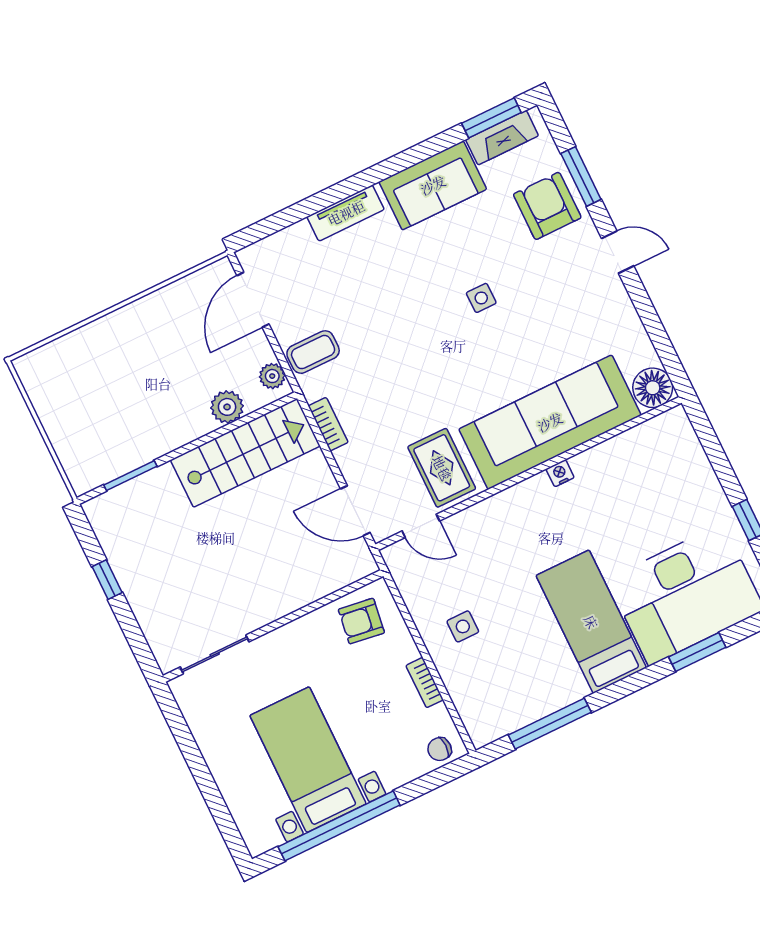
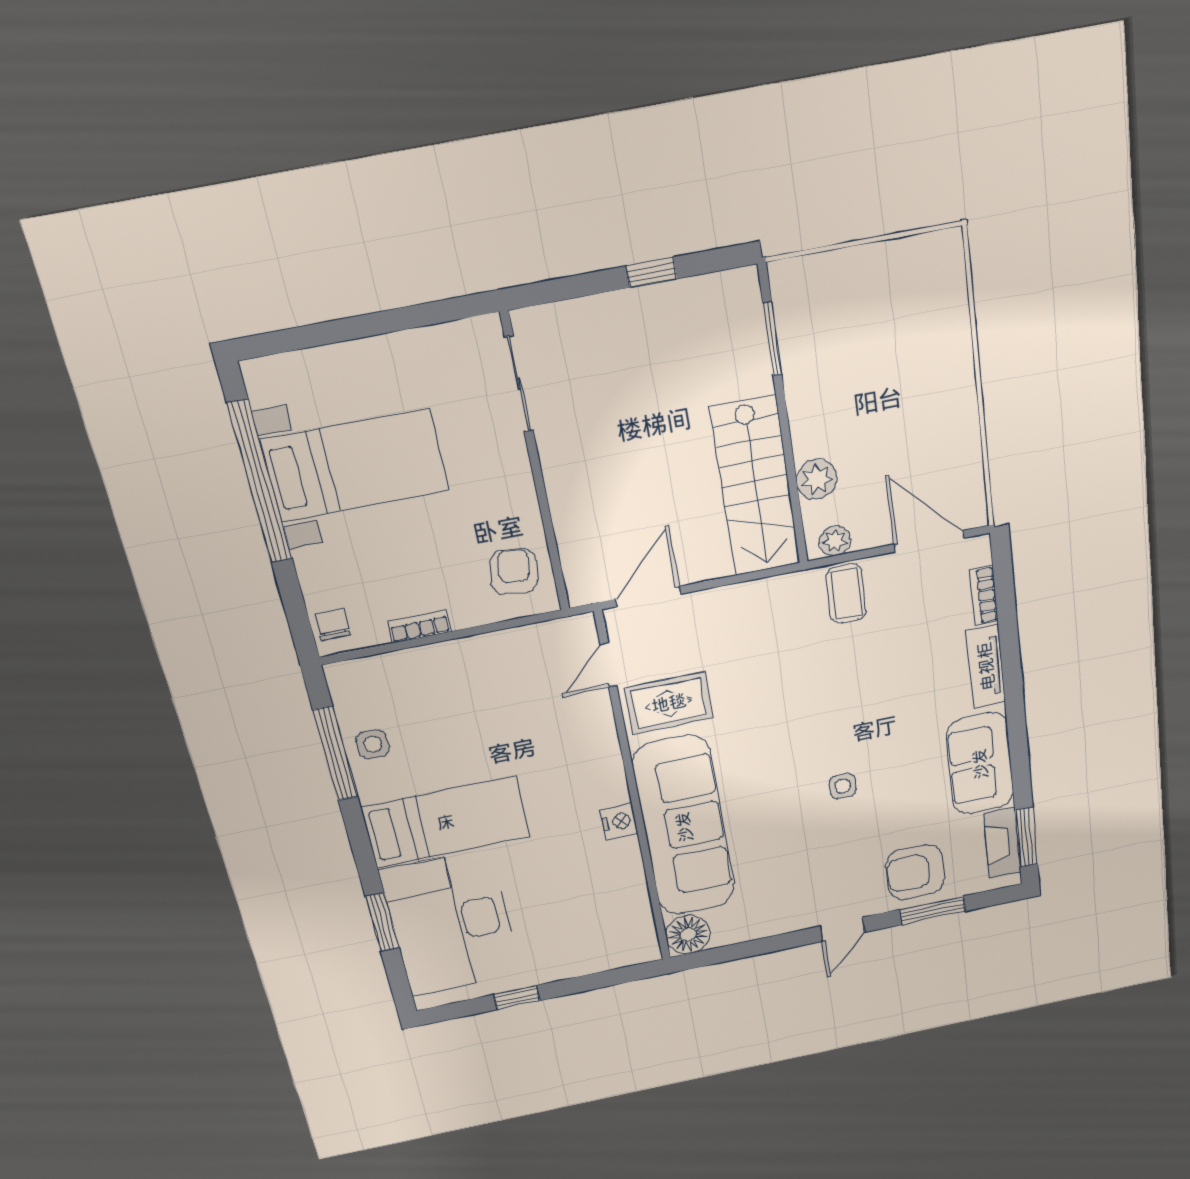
armchair: (547, 206) -> (915, 872), turned 180
bookcase: (328, 424) -> (984, 596), moved, turned 90
nightstand: (560, 473) -> (619, 822), width x1.39, depth x1.35
side table: (463, 626) -> (373, 744), moved

